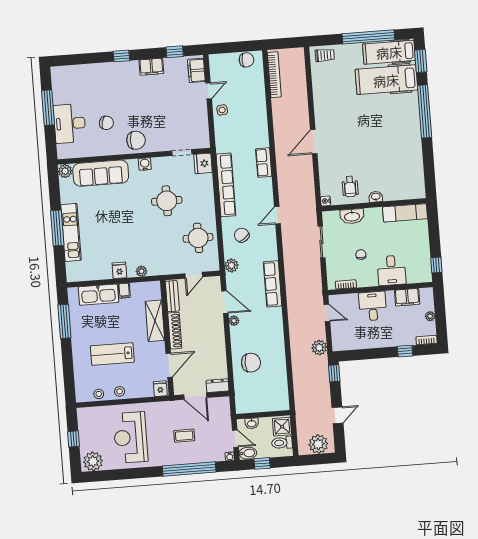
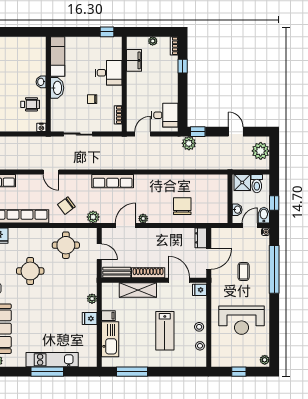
washbasin: (352, 216) -> (57, 88), moved
desk: (373, 306) -> (165, 115), moved, turned 180
plant: (319, 348) -> (189, 143), moved
plant: (93, 461) -> (265, 360), width x0.53, depth x0.53

